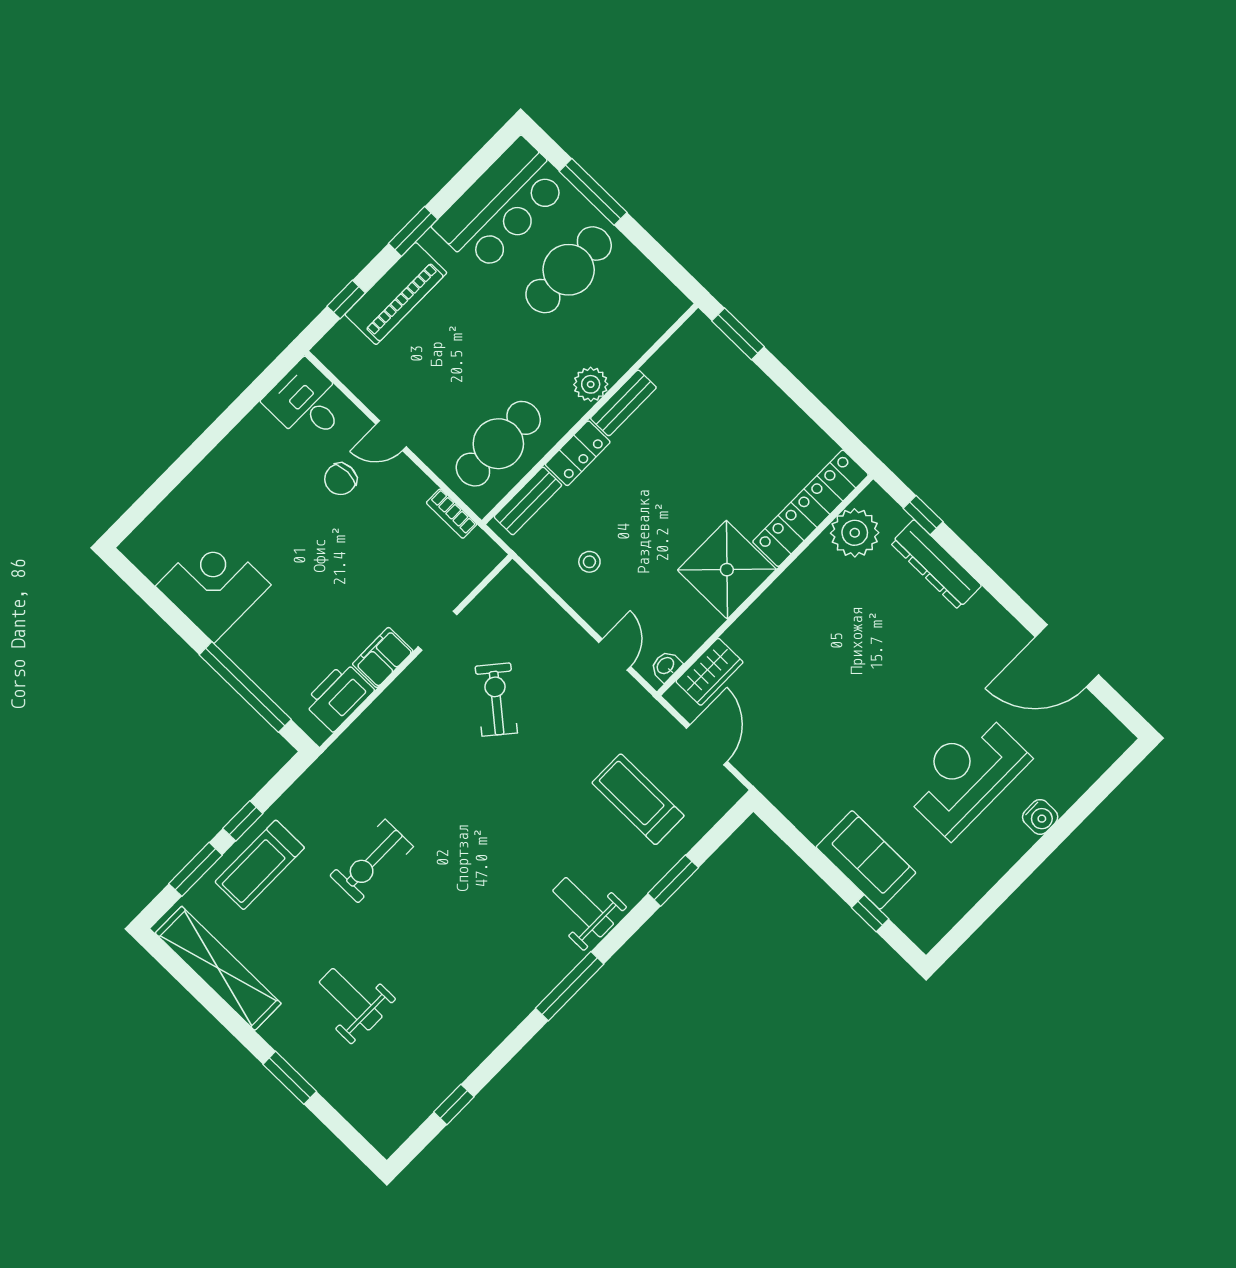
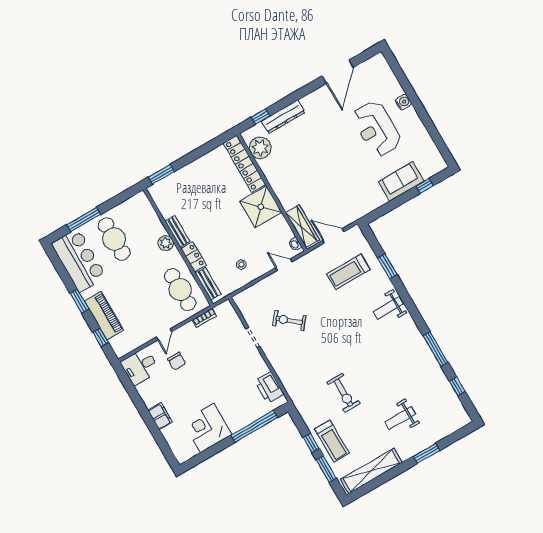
filing cabinet: (383, 657) -> (160, 416), moved, turned 180
wardrobe: (709, 672) -> (302, 226), width x1.50
window: (570, 986) -> (435, 349), moved

